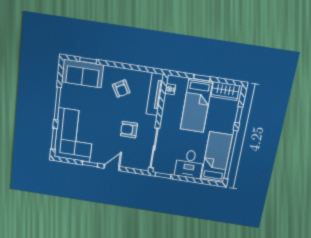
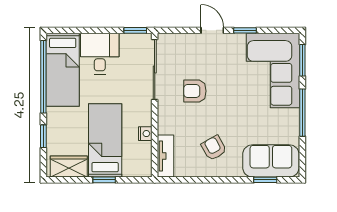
nightstand: (170, 89) -> (145, 134), moved
tv unit: (155, 94) -> (165, 156), width x0.71
armchair: (129, 130) -> (195, 91), turned 180
door: (112, 167) -> (212, 30), swing flipped

